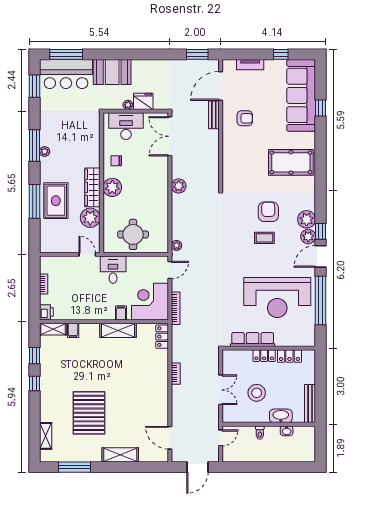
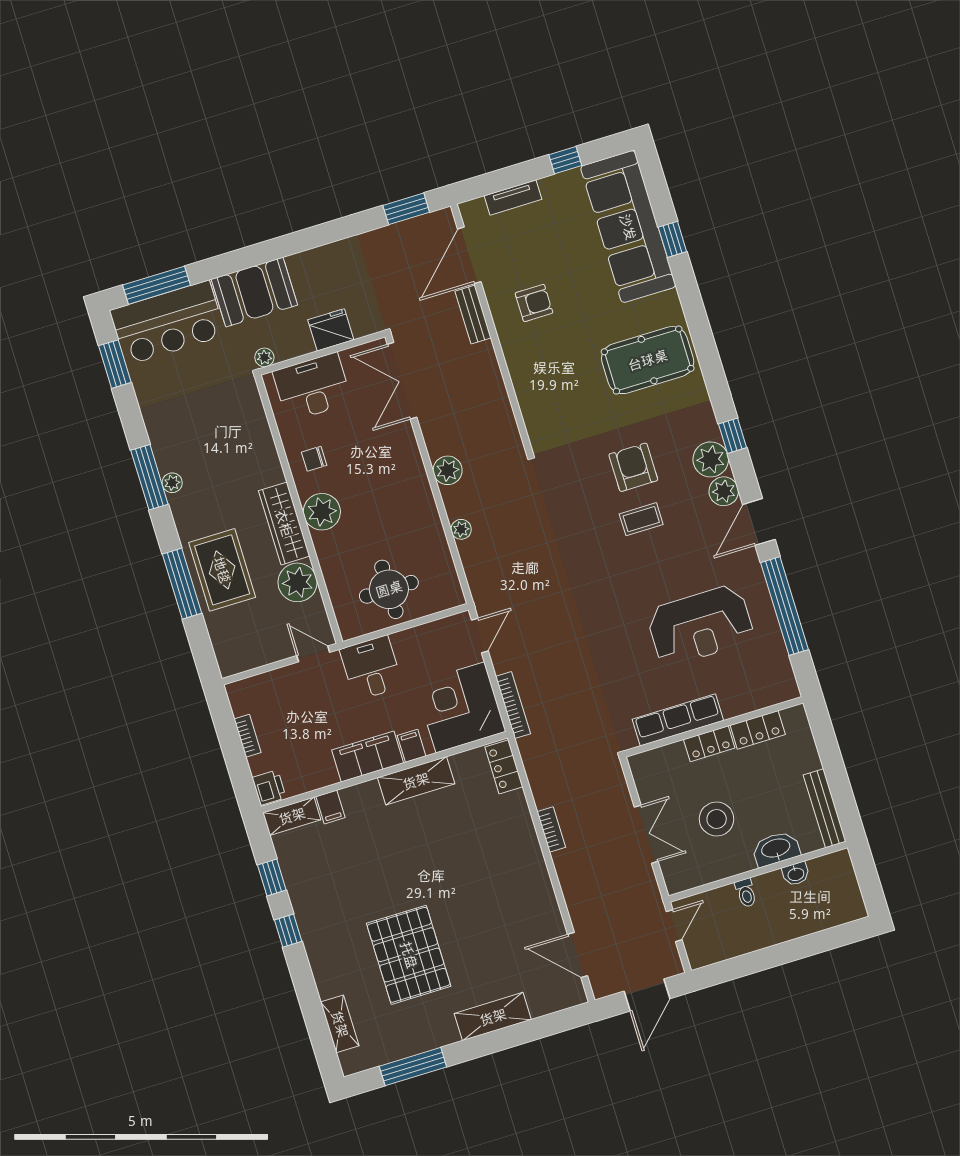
plant: (128, 105) -> (264, 357), moved
window: (321, 231) -> (732, 436), moved
plant: (177, 245) -> (461, 529), moved
reception desk: (277, 298) -> (700, 625), width x0.74, depth x0.77
filing cabinet: (98, 312) -> (368, 756), added

